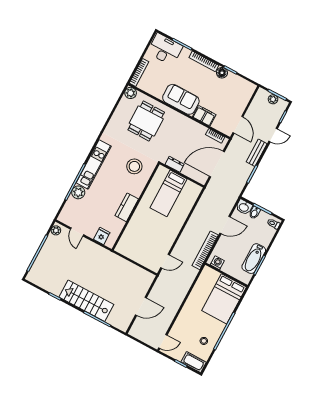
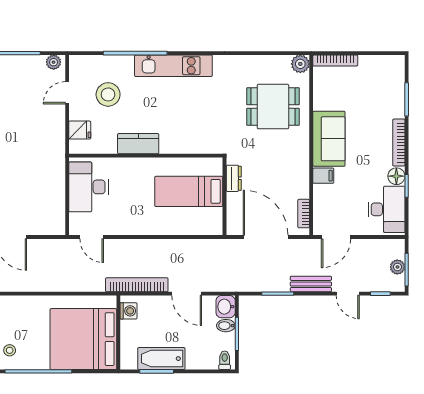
desk: (165, 49) -> (387, 209), moved
filing cabinet: (204, 116) -> (323, 176), width x0.50
stool: (134, 166) -> (108, 94), moved
plant: (78, 192) -> (123, 65), removed
desk: (136, 248) -> (88, 187), added
bed: (224, 299) -> (83, 339), width x1.36

